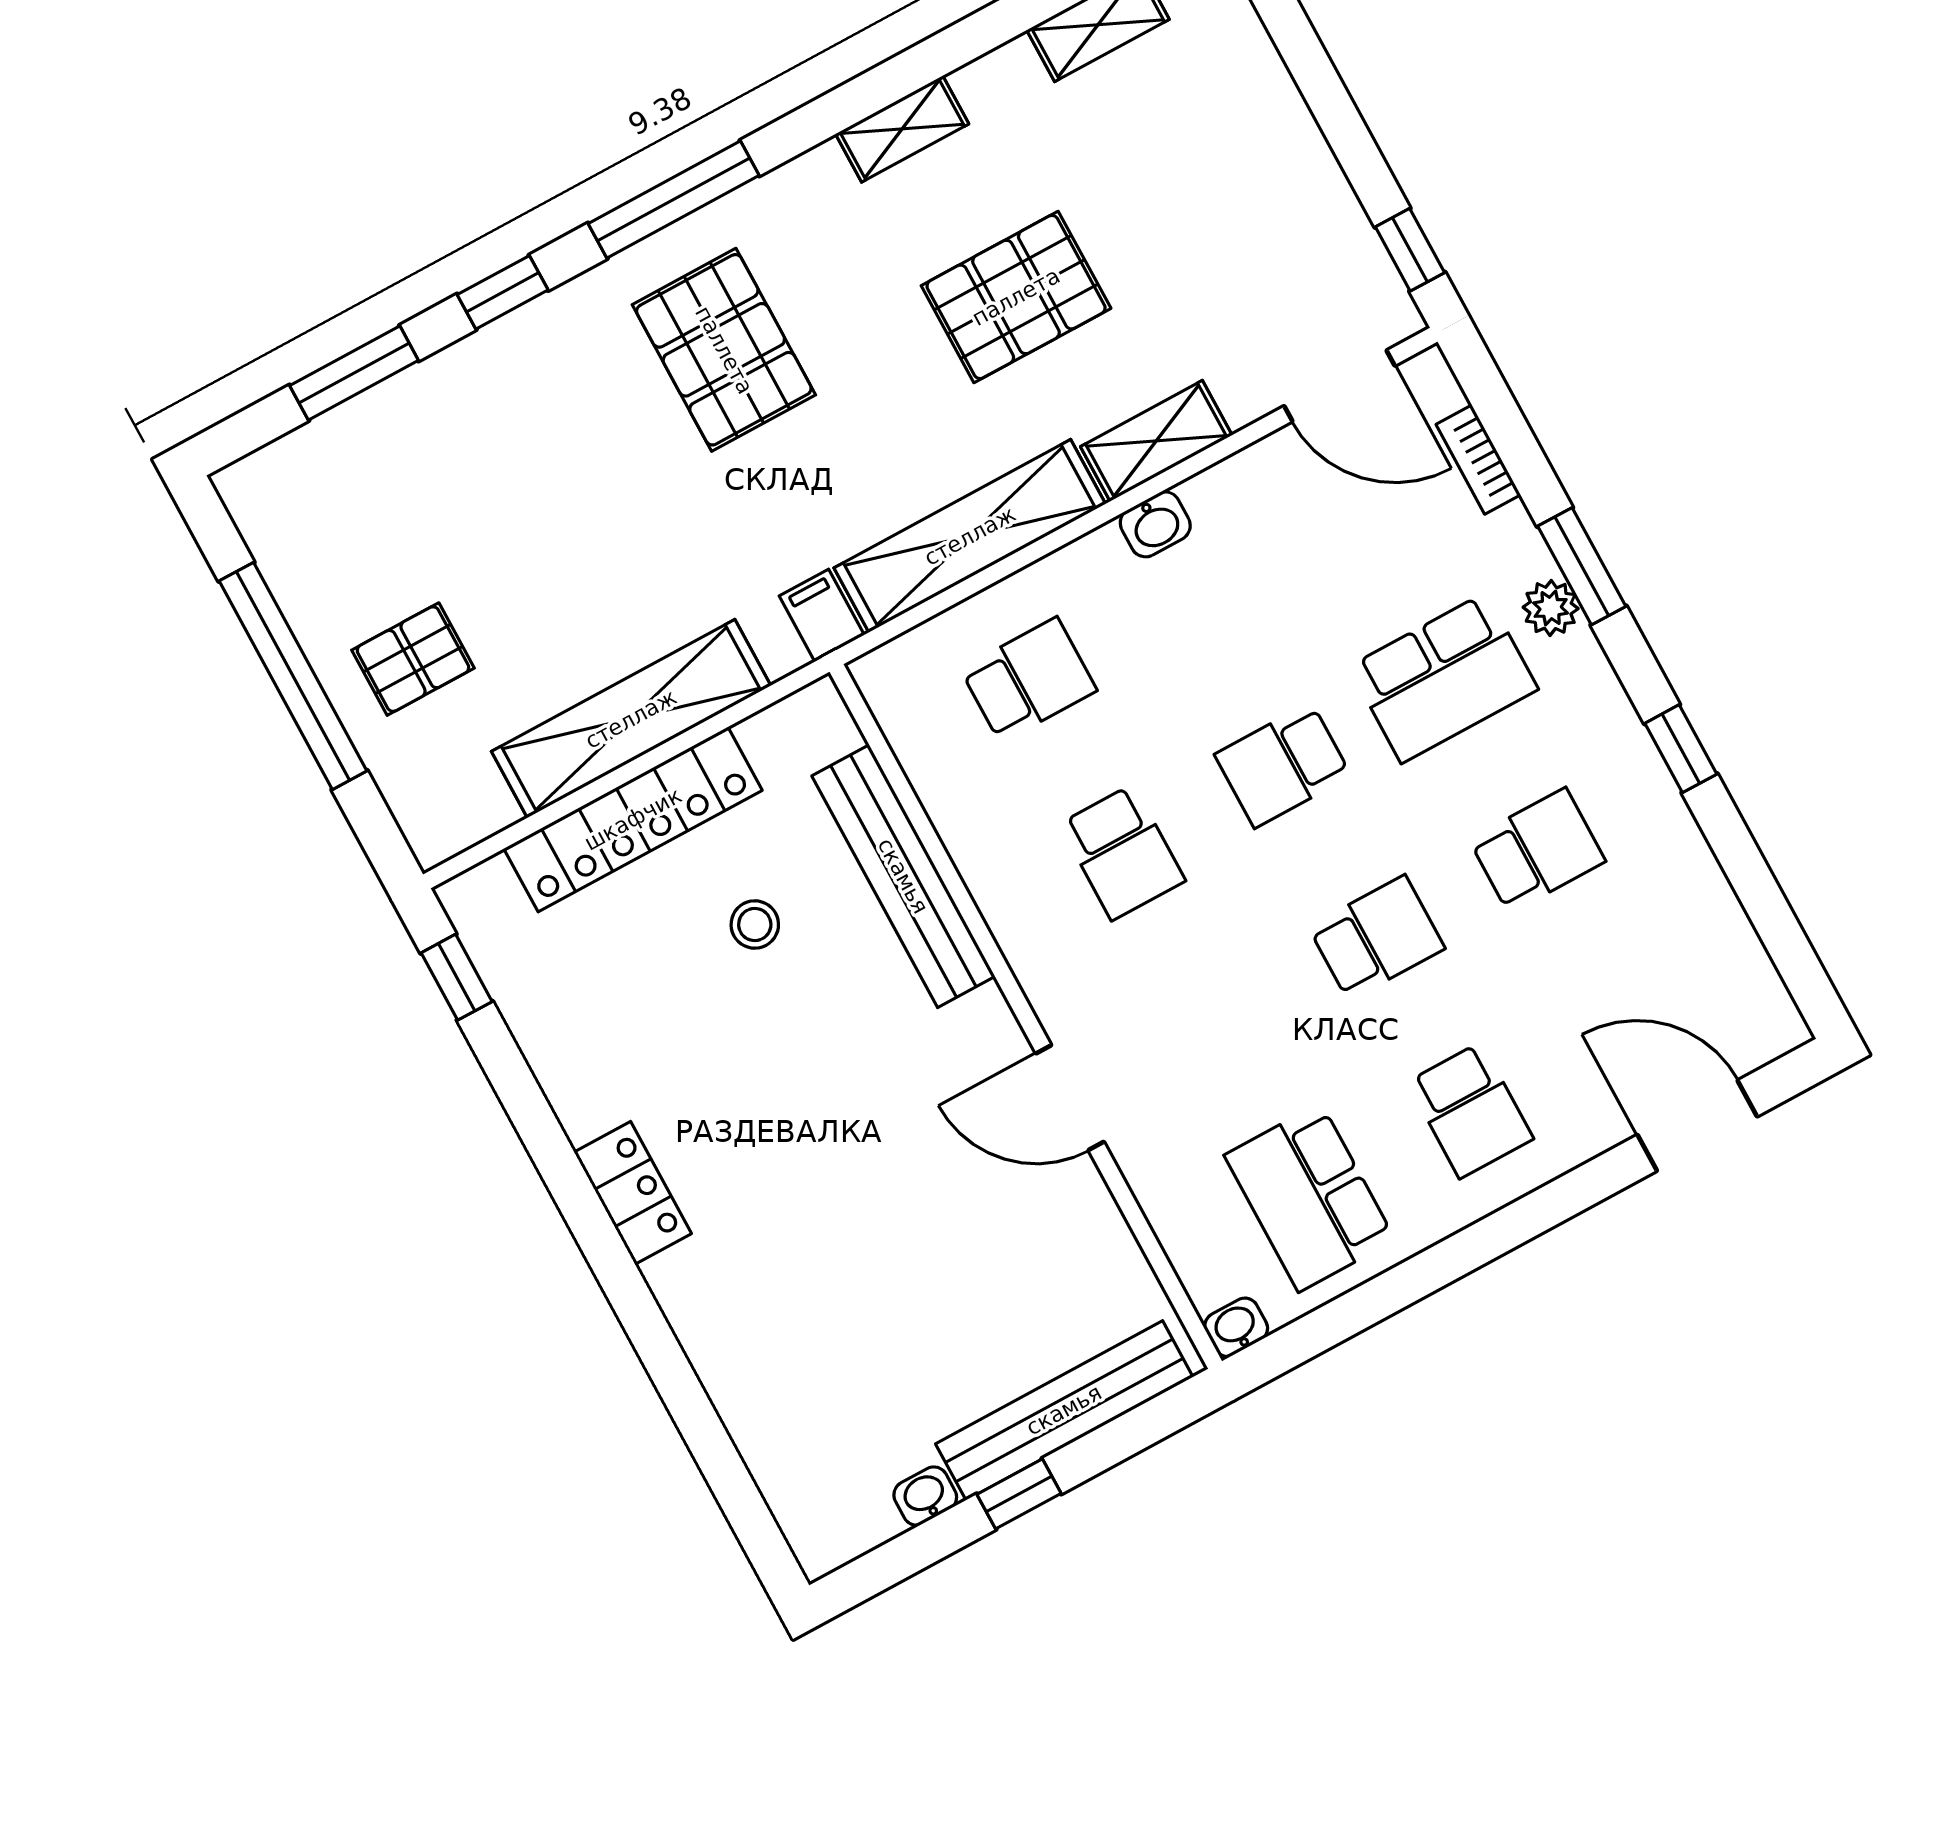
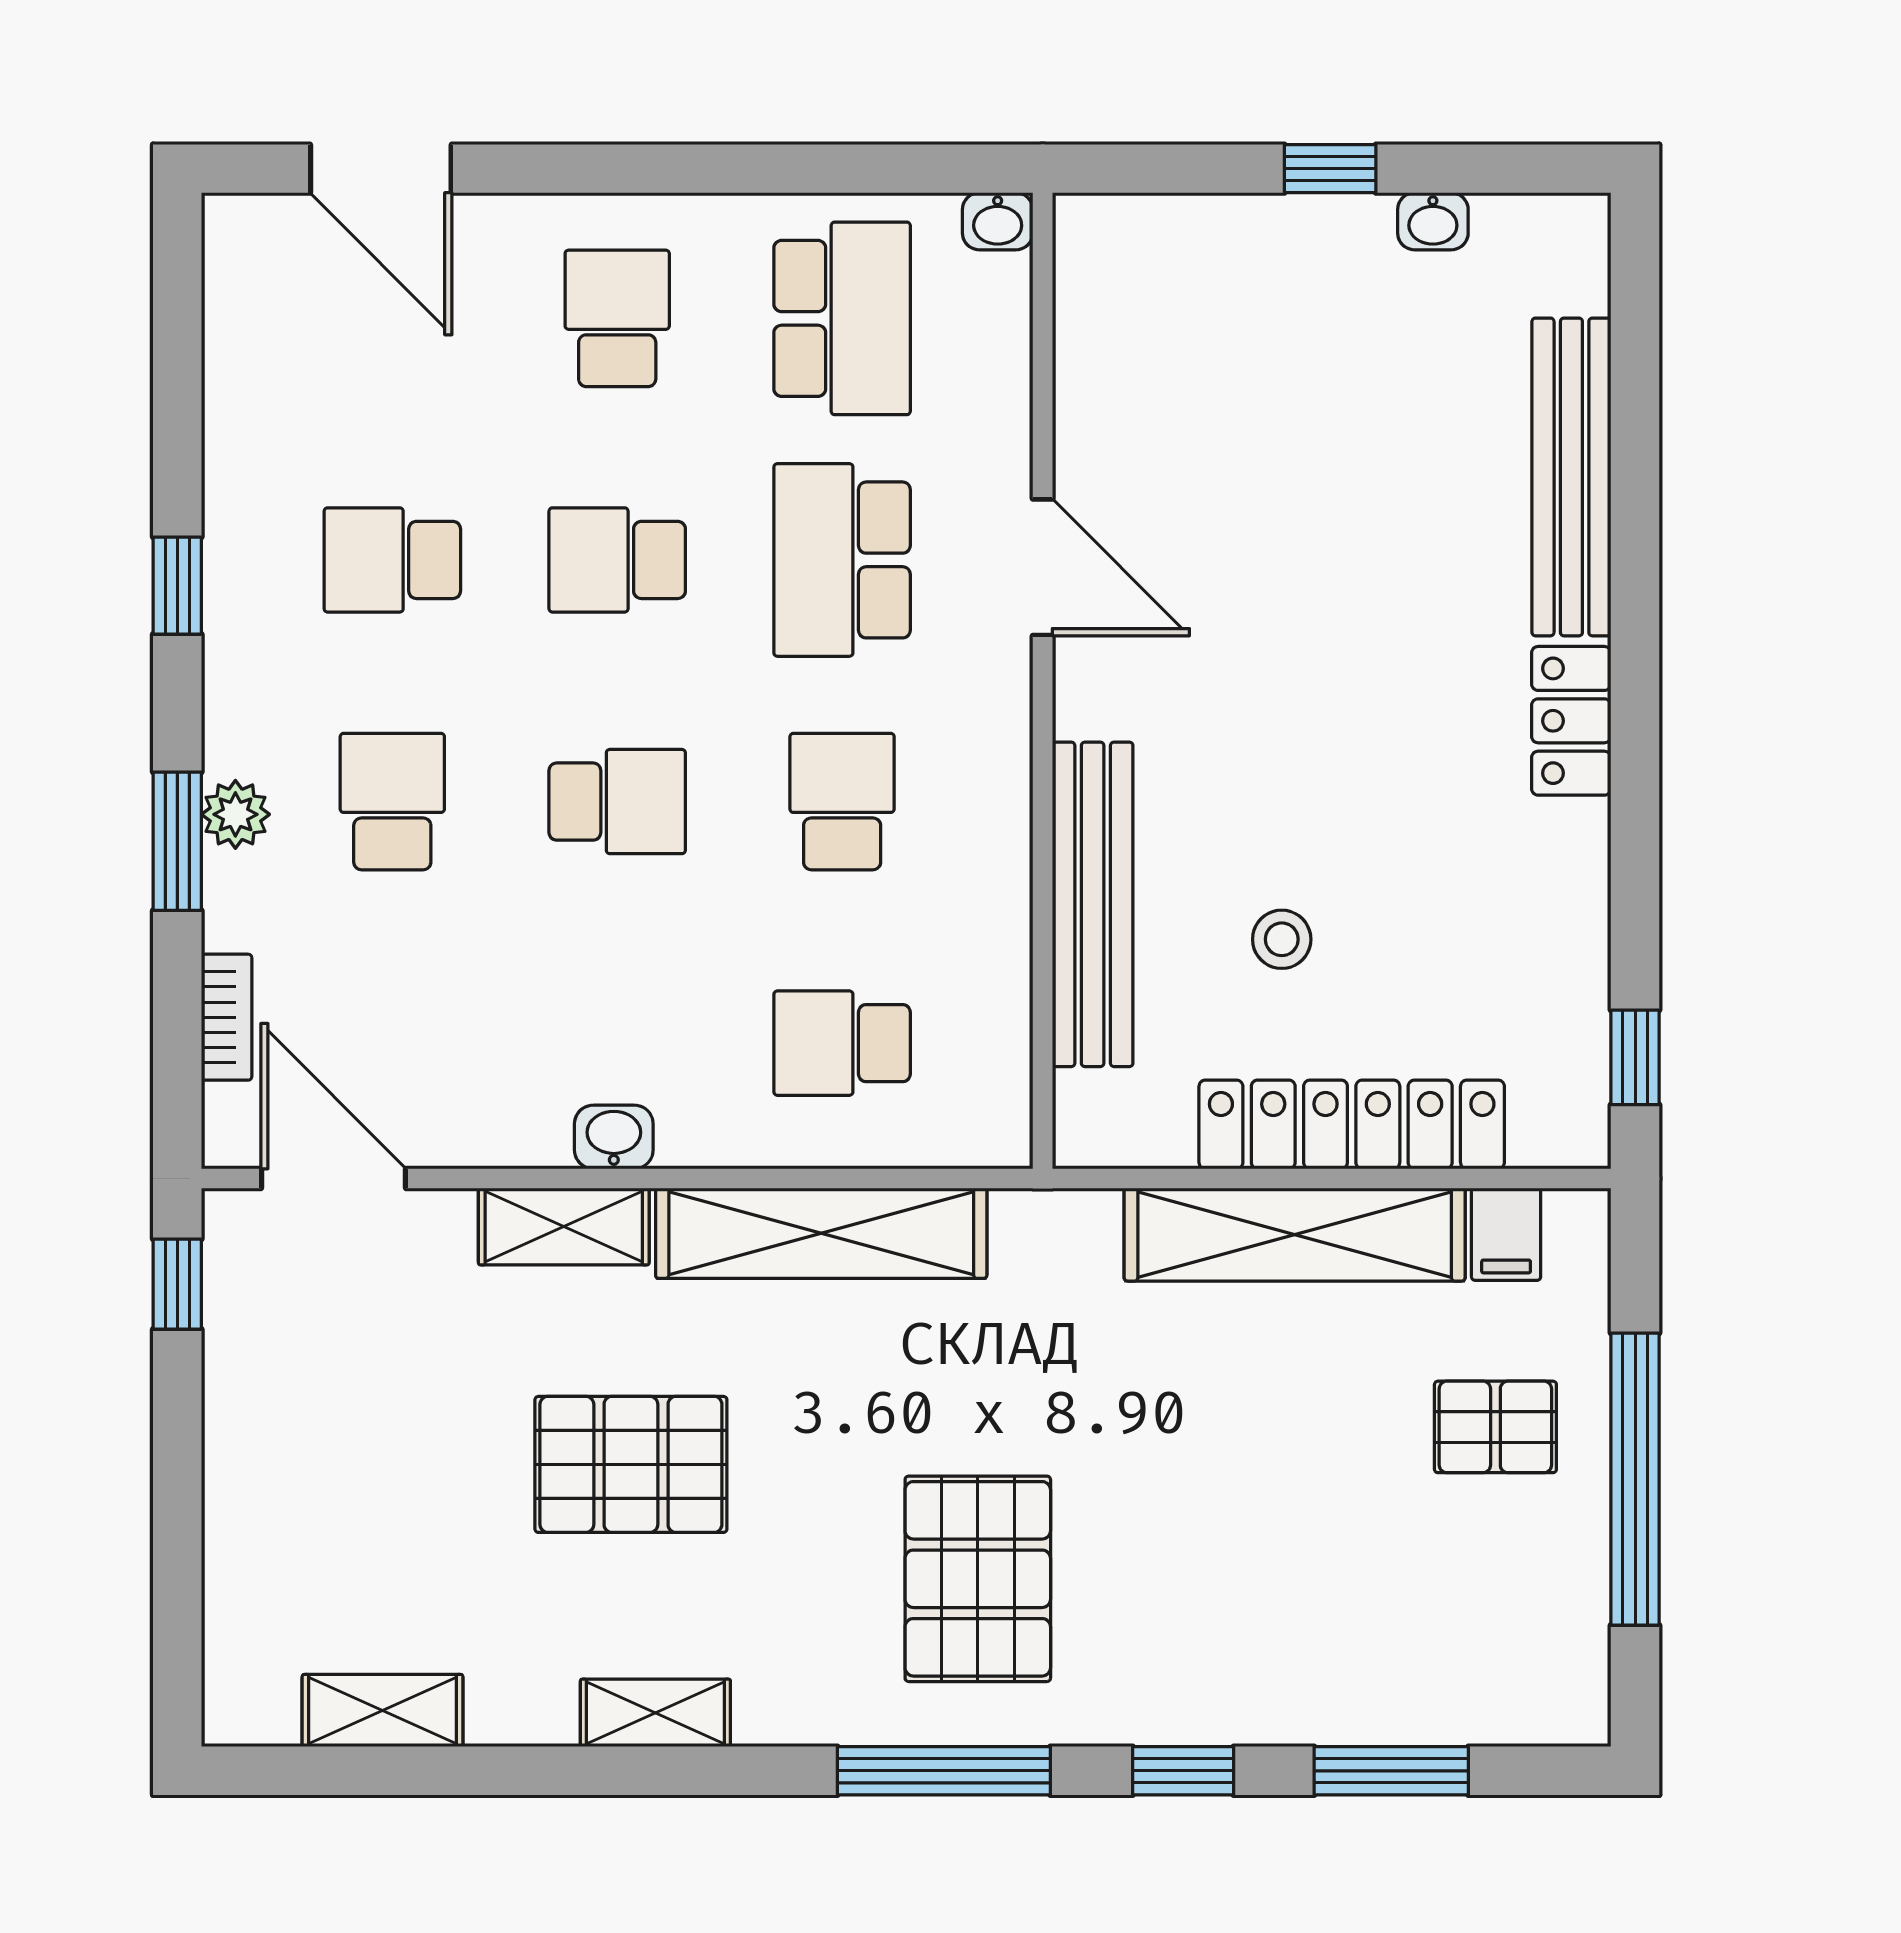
filing cabinet: (822, 615) -> (1506, 1234), moved
school desk: (1444, 678) -> (392, 802), width x0.54
school desk: (1216, 1025) -> (842, 560), added
bench: (1064, 1410) -> (1571, 477), moved, turned 90

